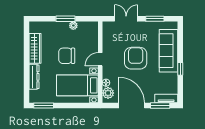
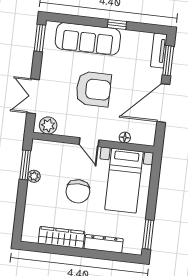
window: (66, 19) -> (25, 165), moved
window: (155, 19) -> (40, 38), moved
armchair: (136, 58) -> (93, 89), turned 180
plant: (108, 93) -> (48, 125), moved

